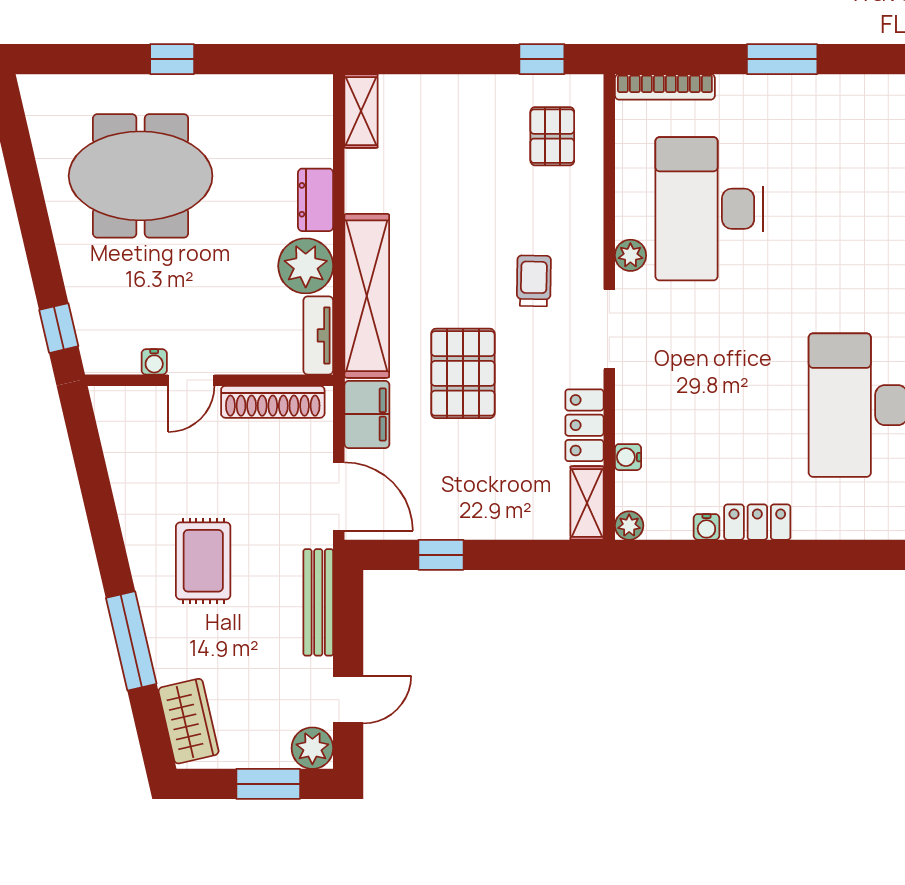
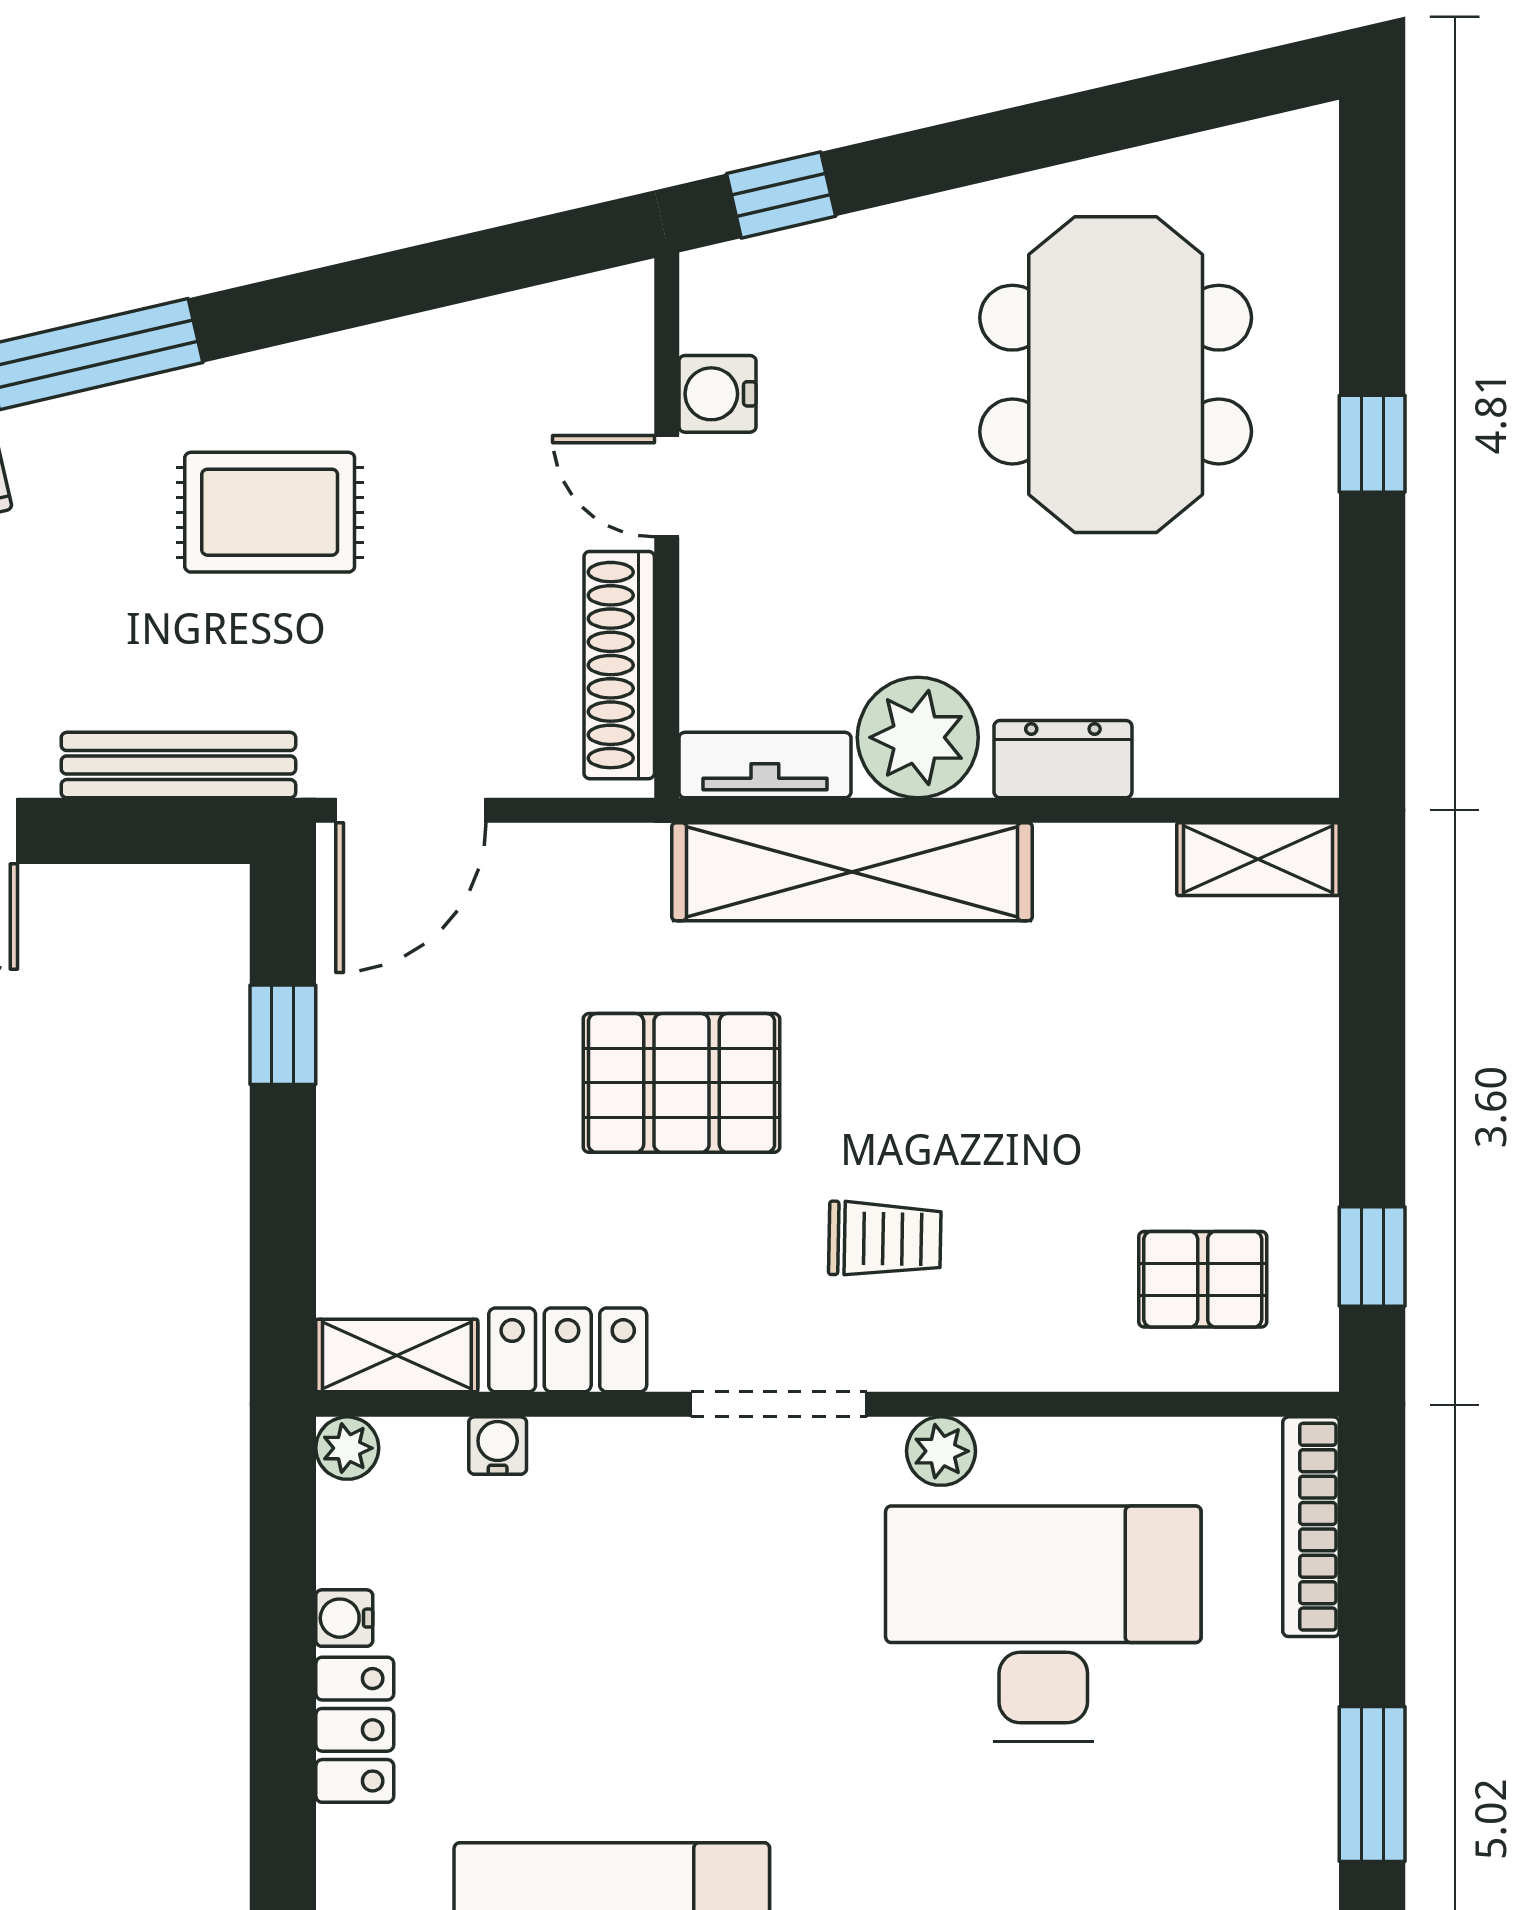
water cooler: (154, 362) -> (717, 394), width x1.38, depth x1.38
filing cabinet: (367, 414) -> (591, 872), removed

